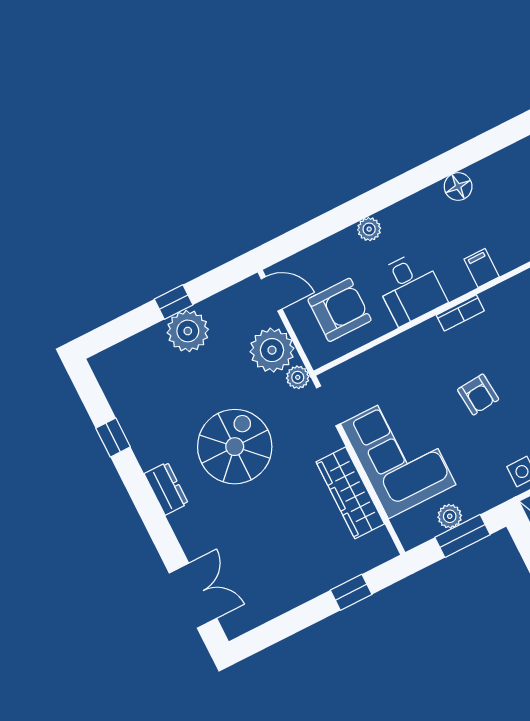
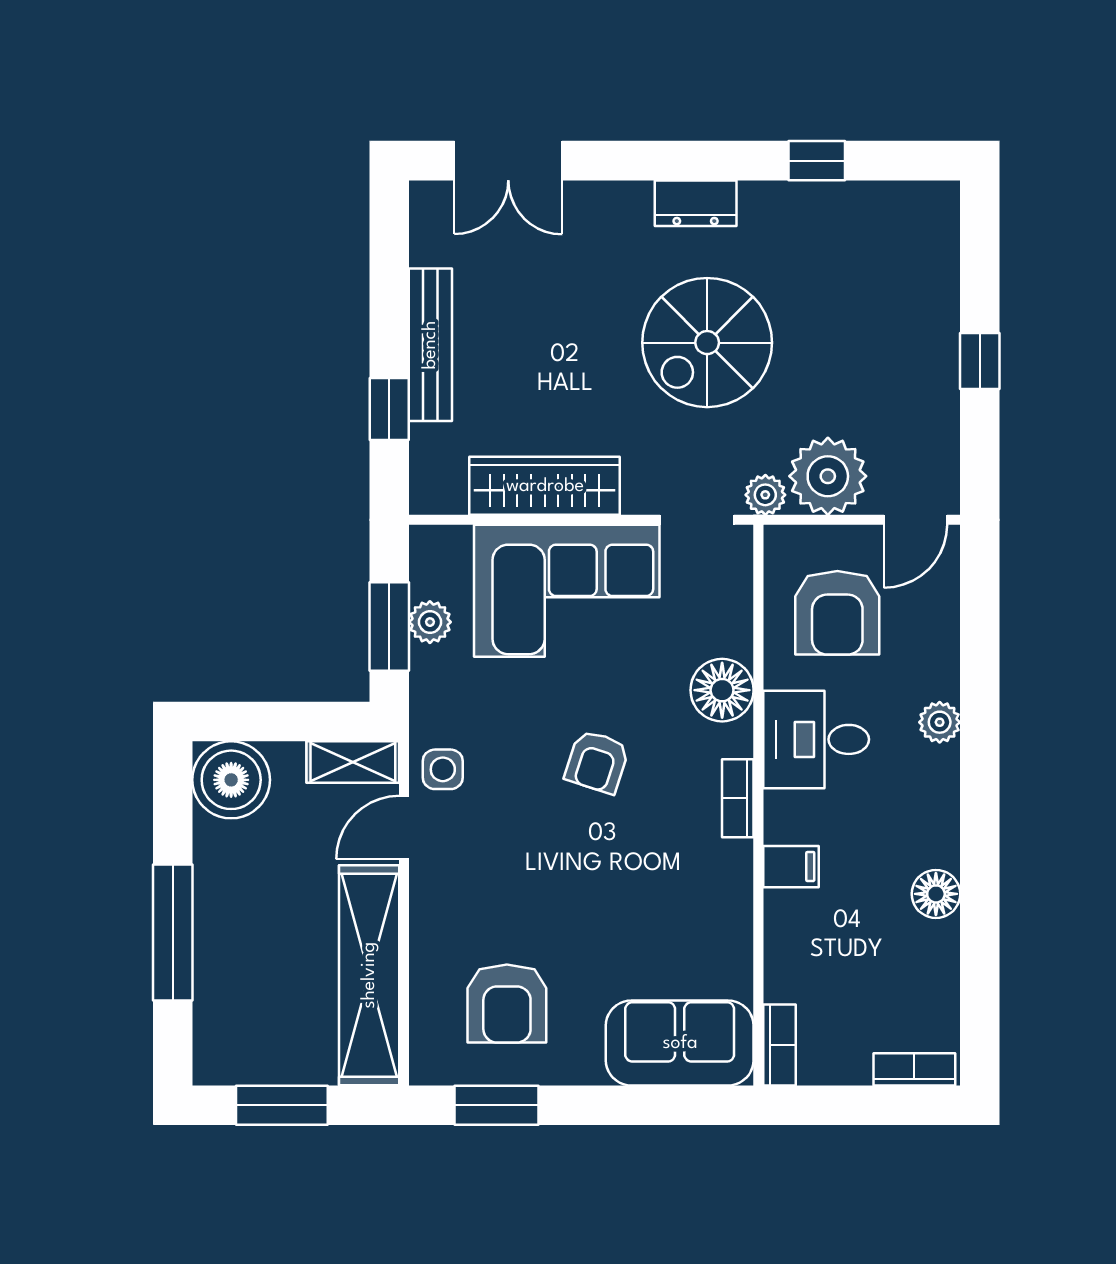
plant: (188, 331) -> (924, 360), removed
floor lamp: (409, 349) -> (722, 690), added
armchair: (478, 395) -> (597, 762), turned -67
spiral stairs: (235, 447) -> (707, 343), turned 90
bench: (308, 588) -> (430, 345), added

